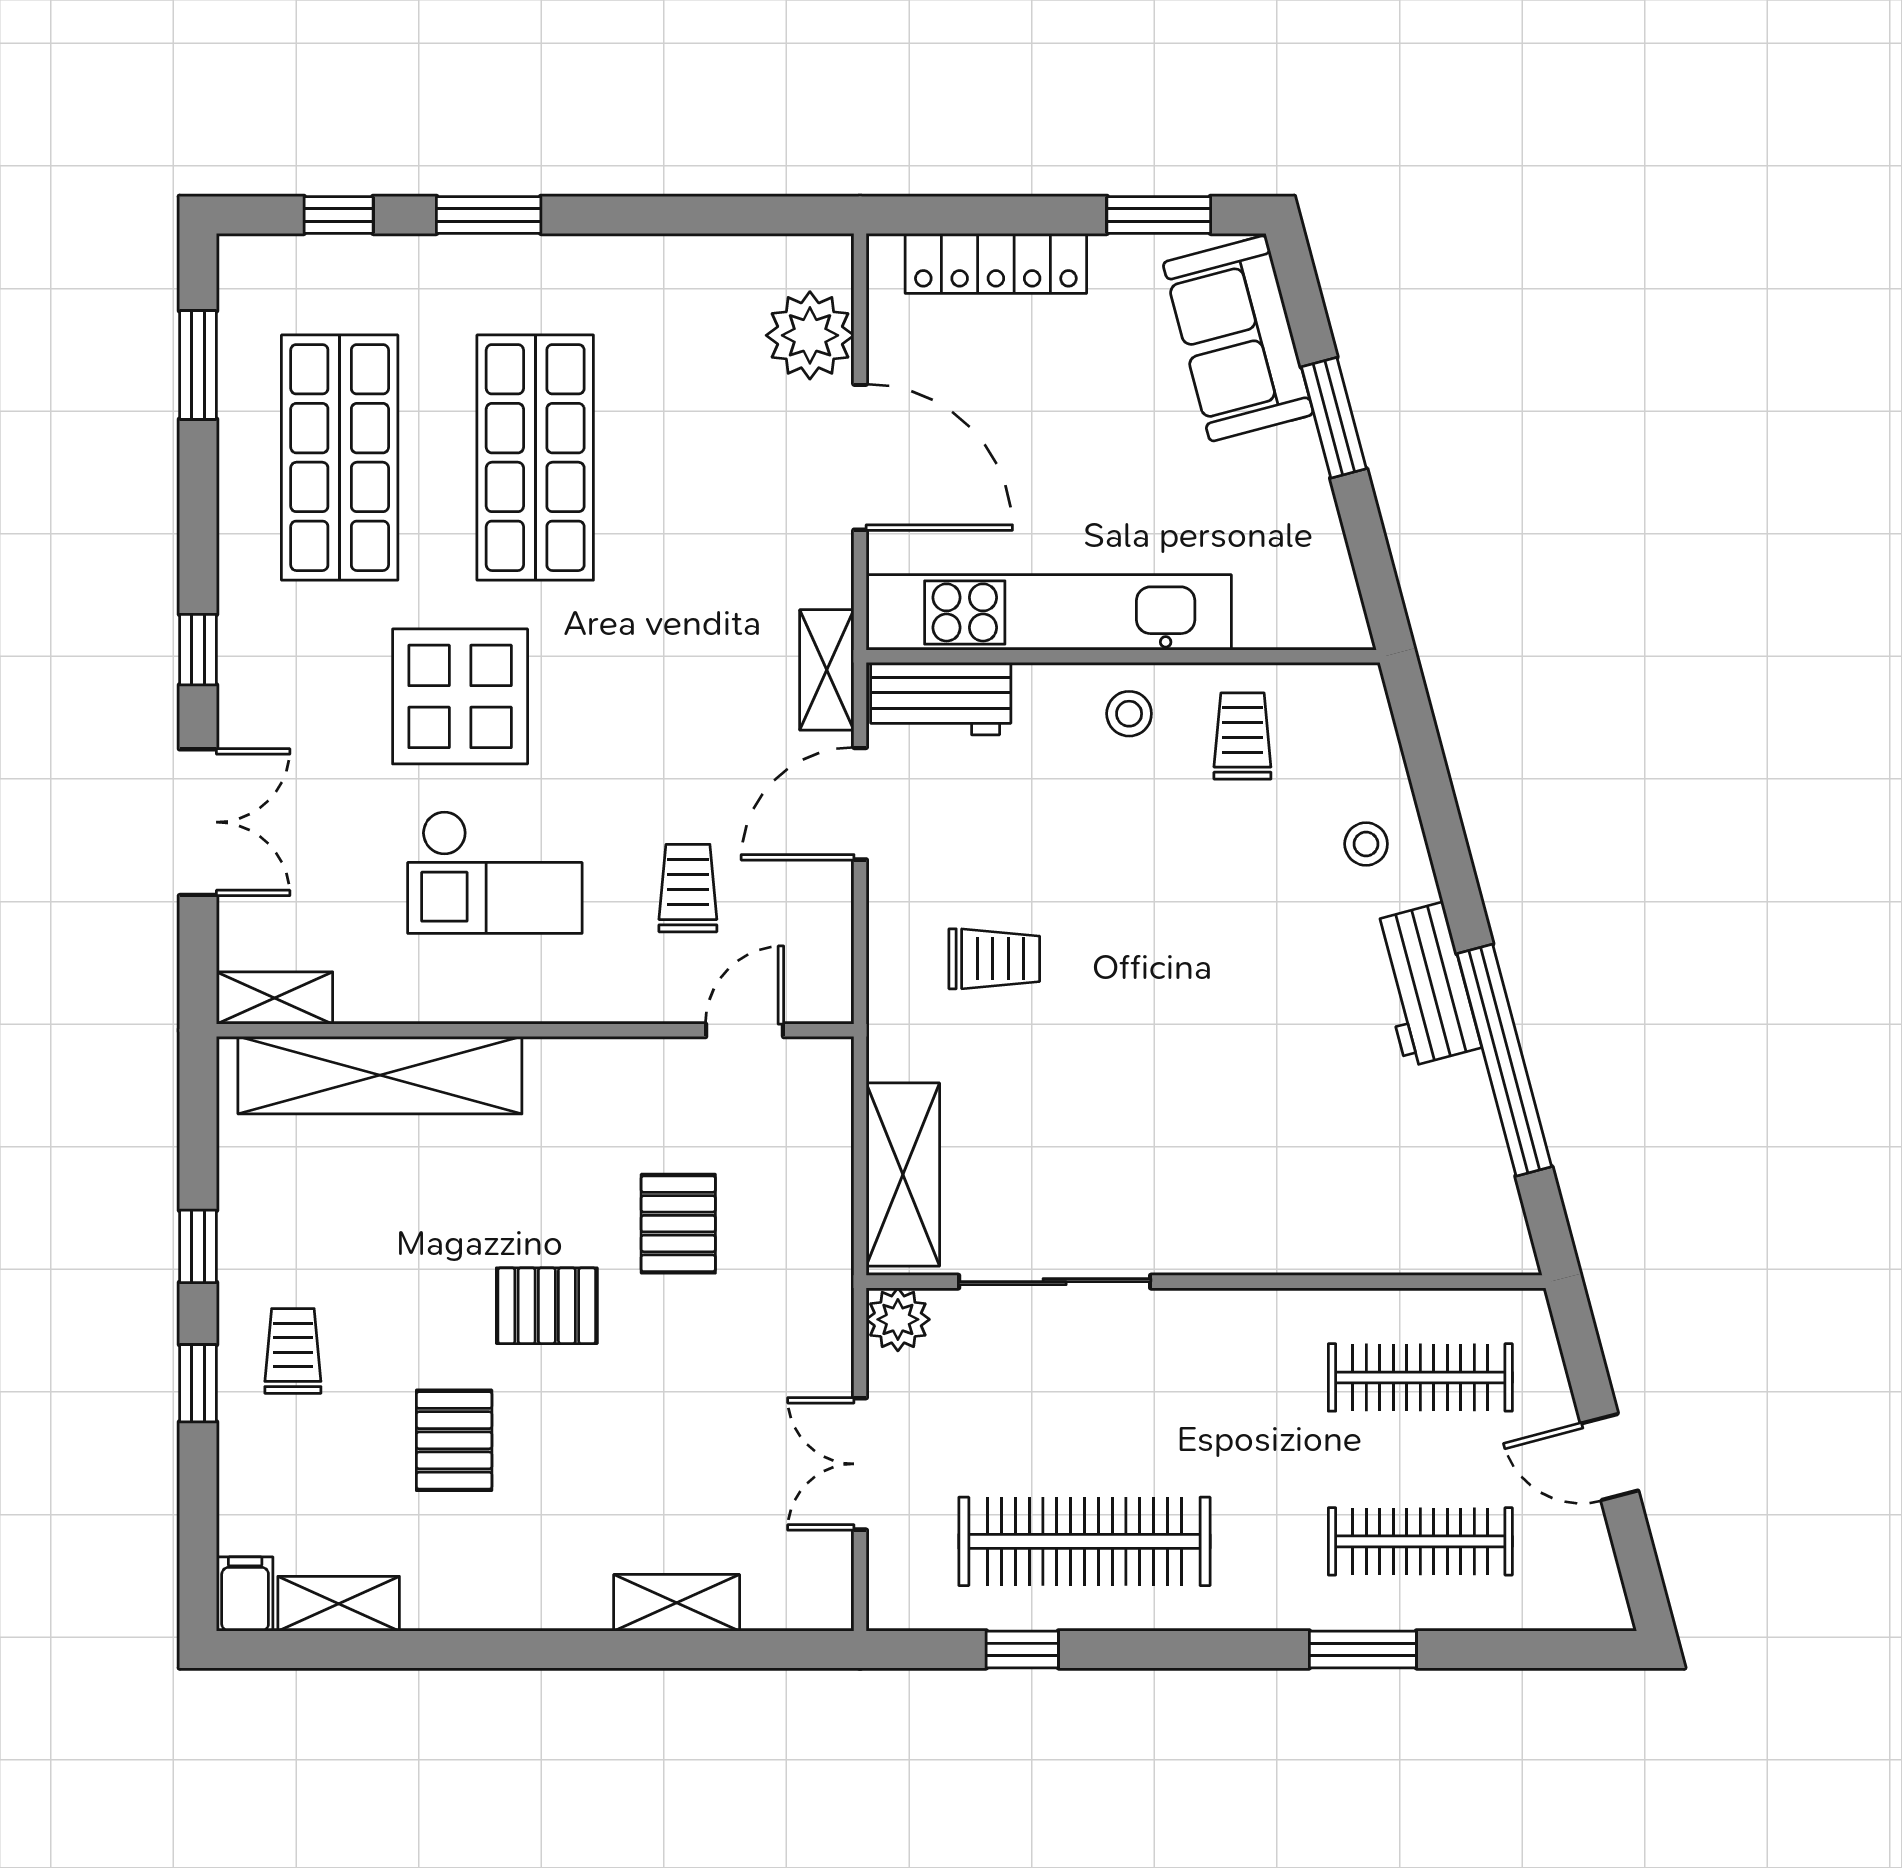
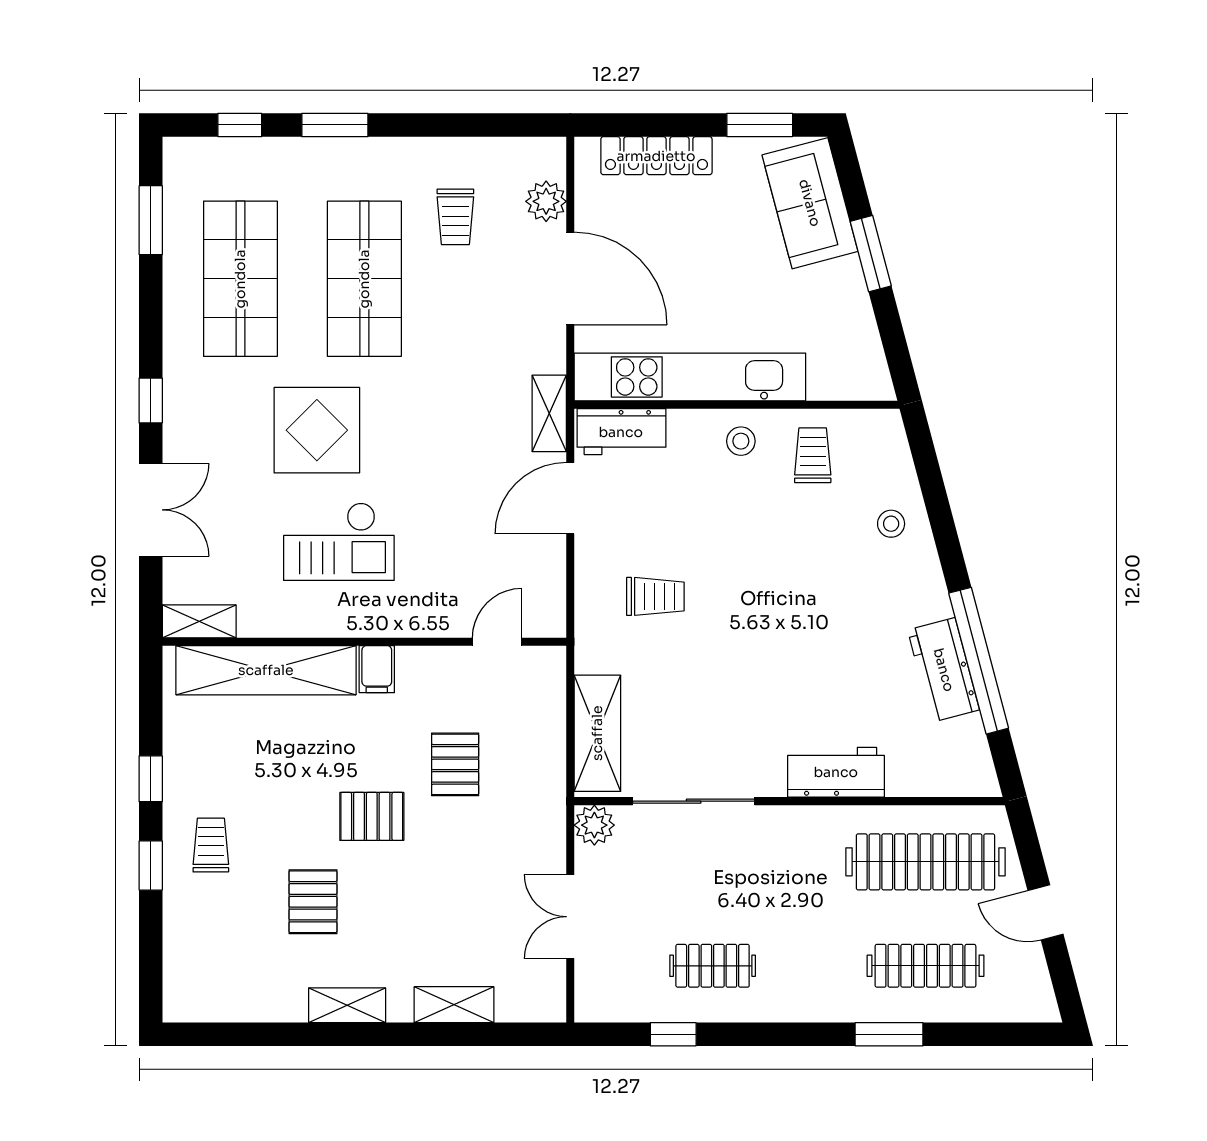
plant: (810, 335) -> (546, 201), width x0.73, depth x0.73
trolley: (688, 888) -> (455, 217), moved, turned 180
workbench: (1425, 985) -> (944, 670), moved
workbench: (1279, 1236) -> (836, 772), added
clothes rail: (1420, 1377) -> (925, 862), width x1.37, depth x1.31
clothes rail: (1084, 1541) -> (713, 966), width x0.54, depth x0.76
filing cabinet: (245, 1594) -> (377, 669), moved, turned 180
shelving: (339, 1604) -> (347, 1005), moved

